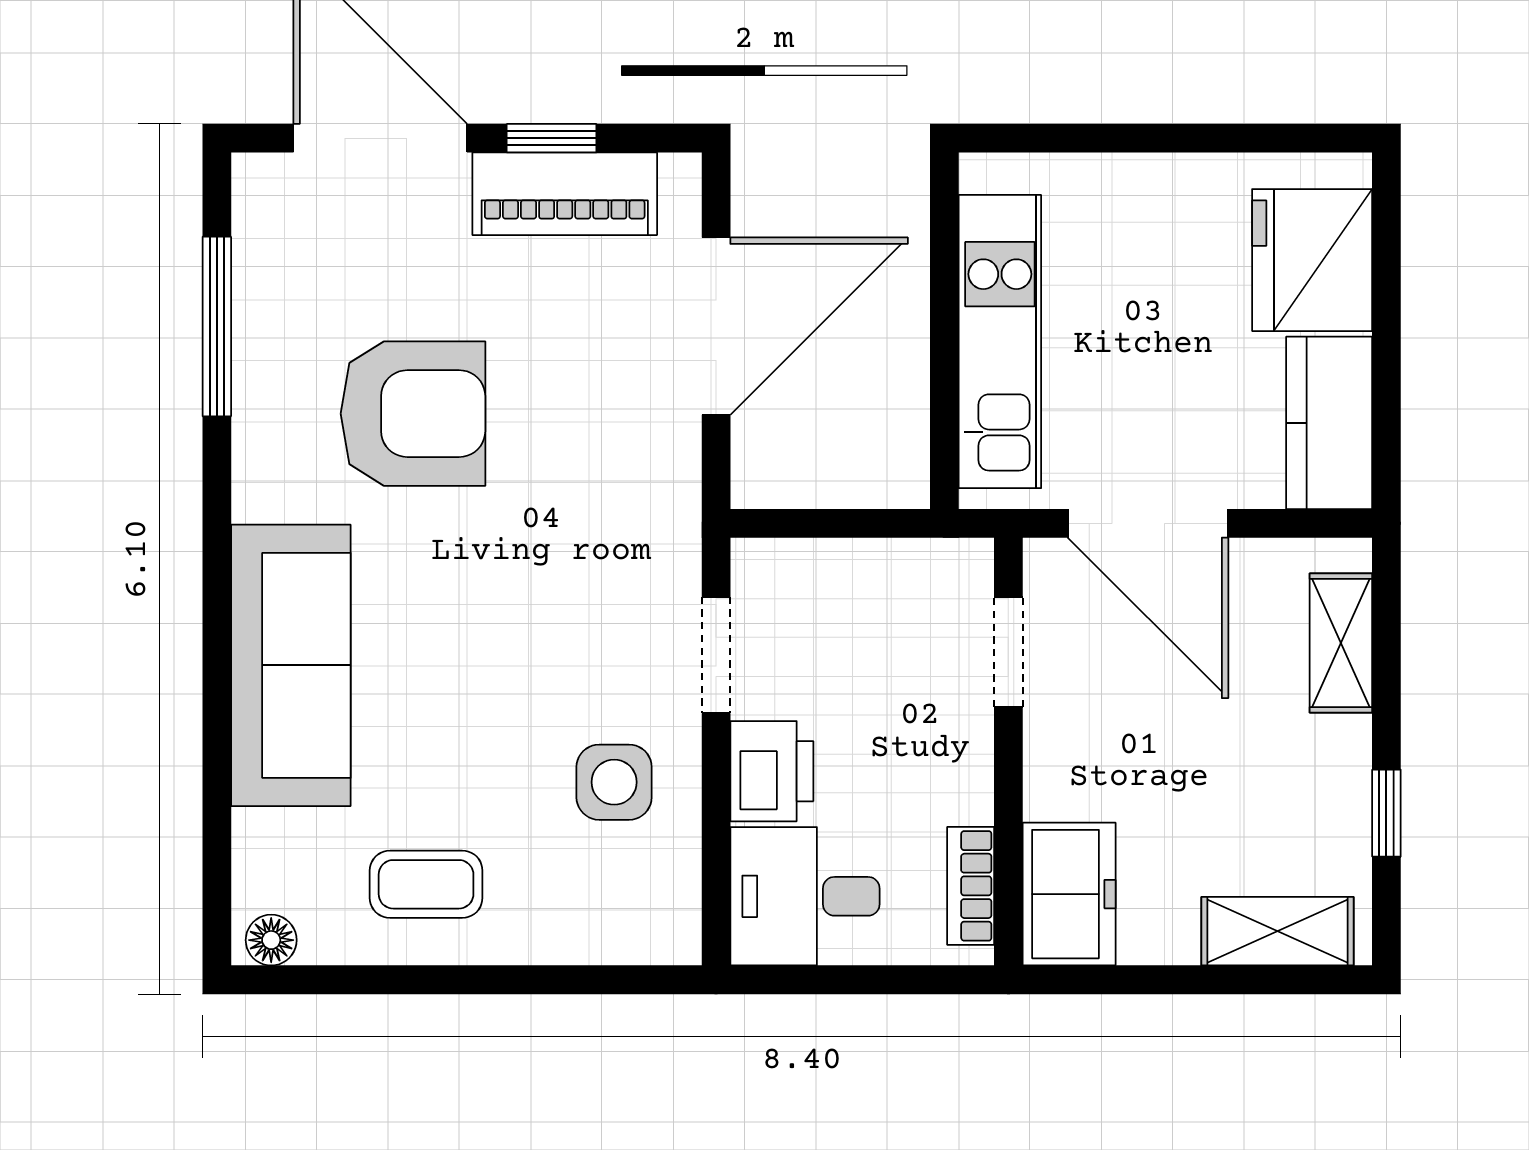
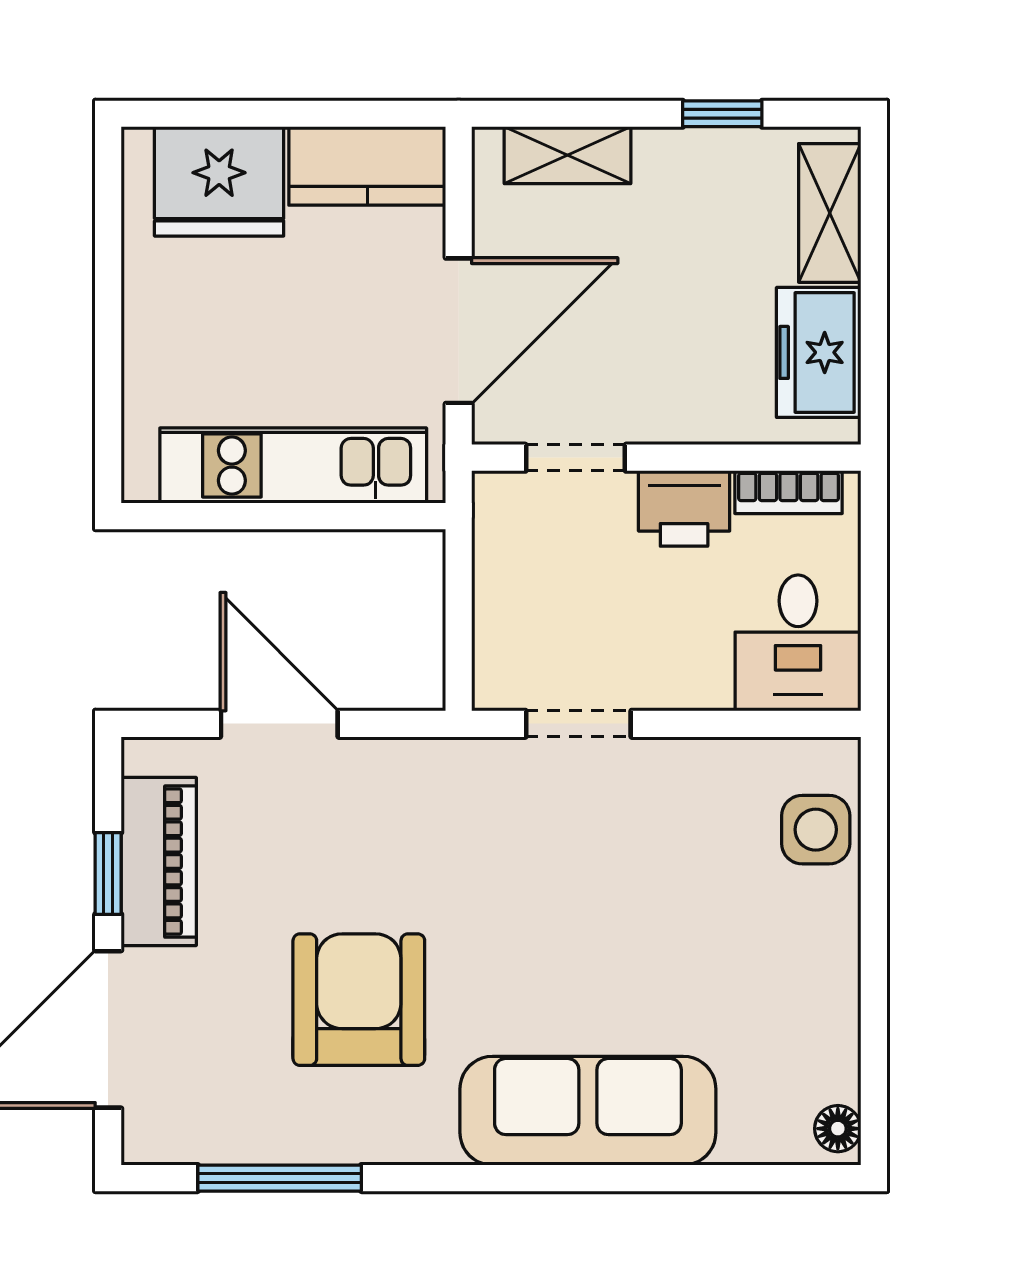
door: (716, 326) -> (279, 724), width x0.73
printer: (772, 771) -> (684, 508), moved, turned 180
side table: (614, 782) -> (816, 830), moved
coffee table: (426, 884) -> (787, 988), removed
freezer: (1069, 894) -> (819, 352), moved, turned -90

